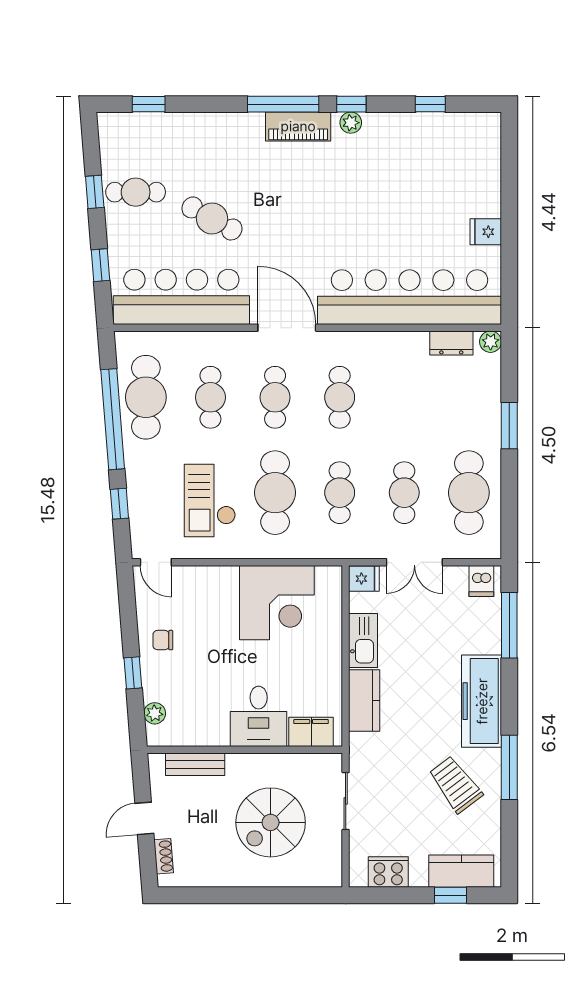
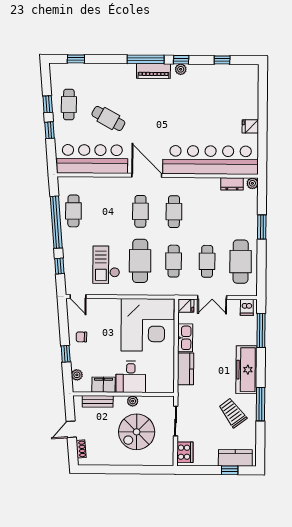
cafe table: (136, 192) -> (69, 105), turned 90
window: (100, 265) -> (50, 130), moved
cafe table: (146, 397) -> (73, 211), width x0.73, depth x0.74
cafe table: (210, 397) -> (107, 211), removed
corner desk: (277, 603) -> (148, 325), width x1.36, depth x1.36
filing cabinet: (311, 732) -> (104, 385), moved
plant: (263, 763) -> (133, 401), added
cooker: (388, 872) -> (185, 452), moved, turned 90

